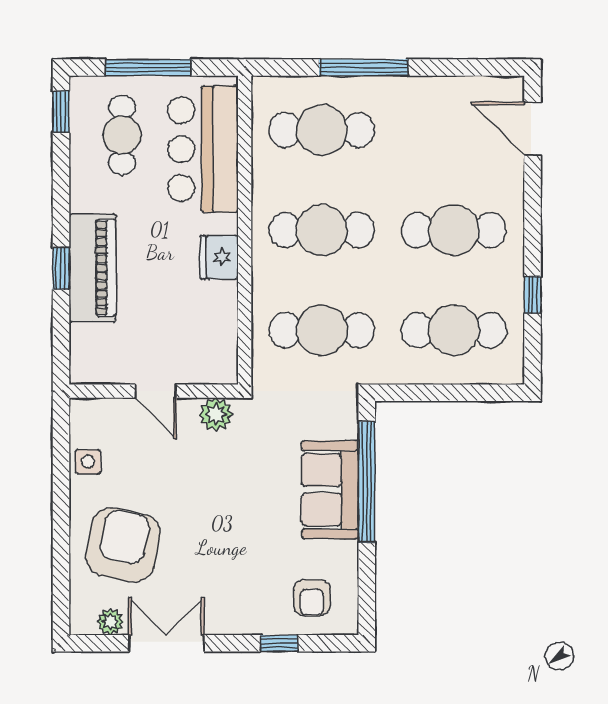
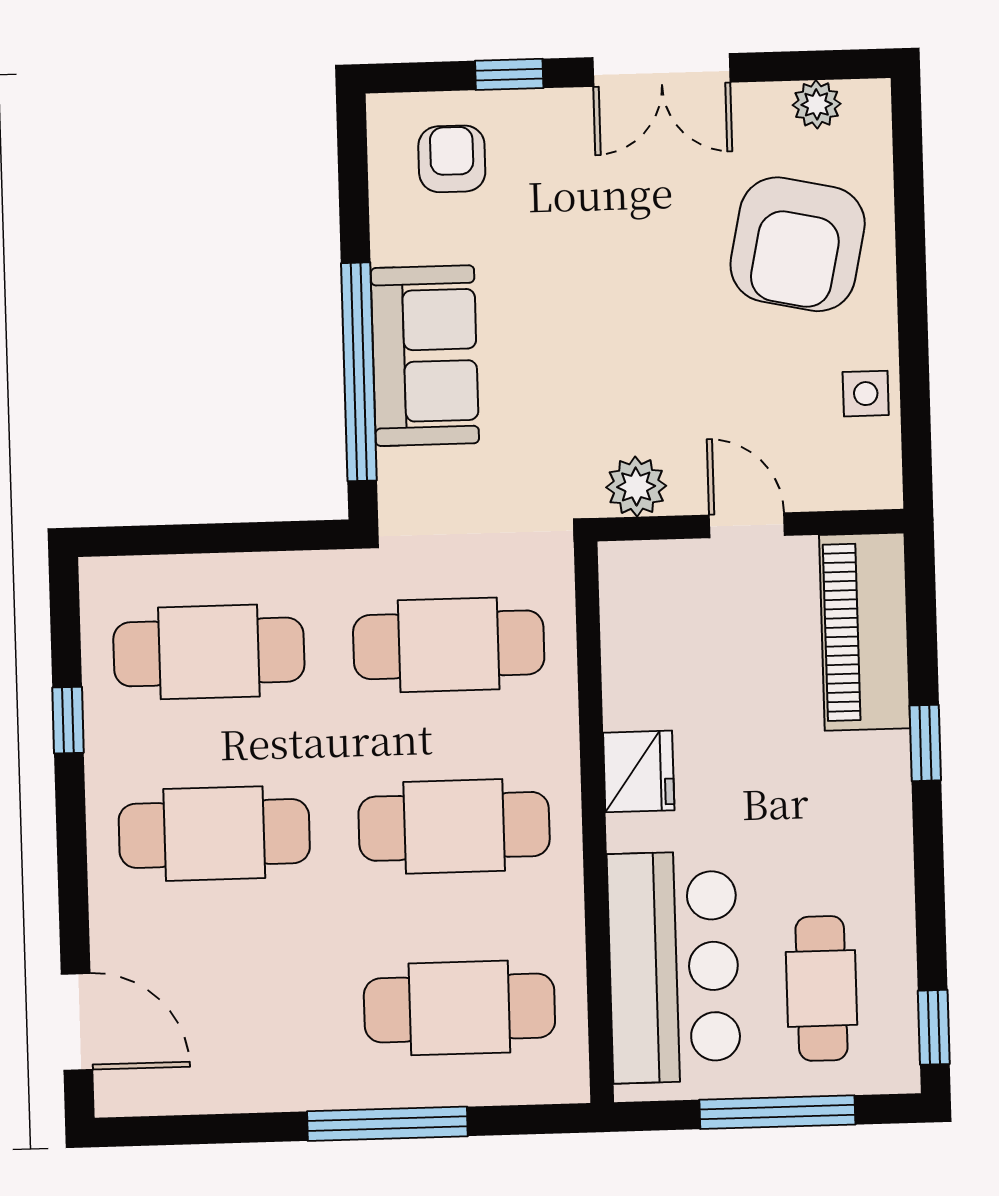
piano: (93, 268) -> (865, 632), moved
double door: (166, 643) -> (661, 70), moved

